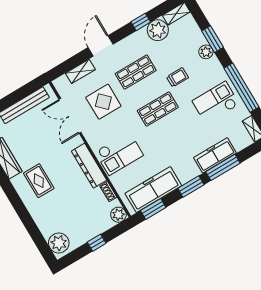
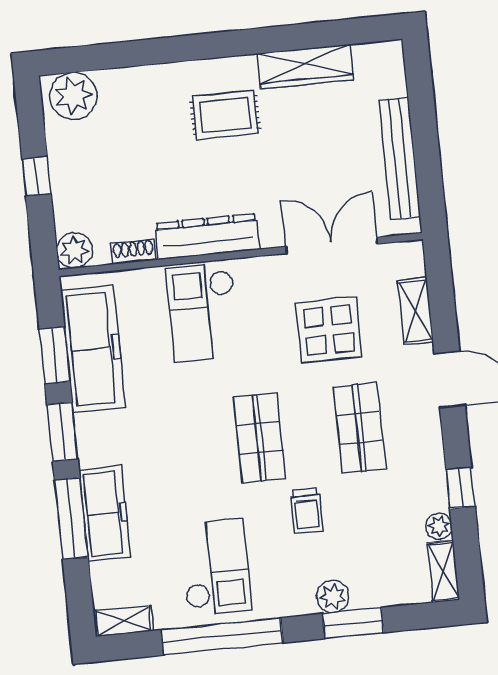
plant: (158, 30) -> (439, 526), width x0.53, depth x0.53
window: (153, 209) -> (55, 355), moved

